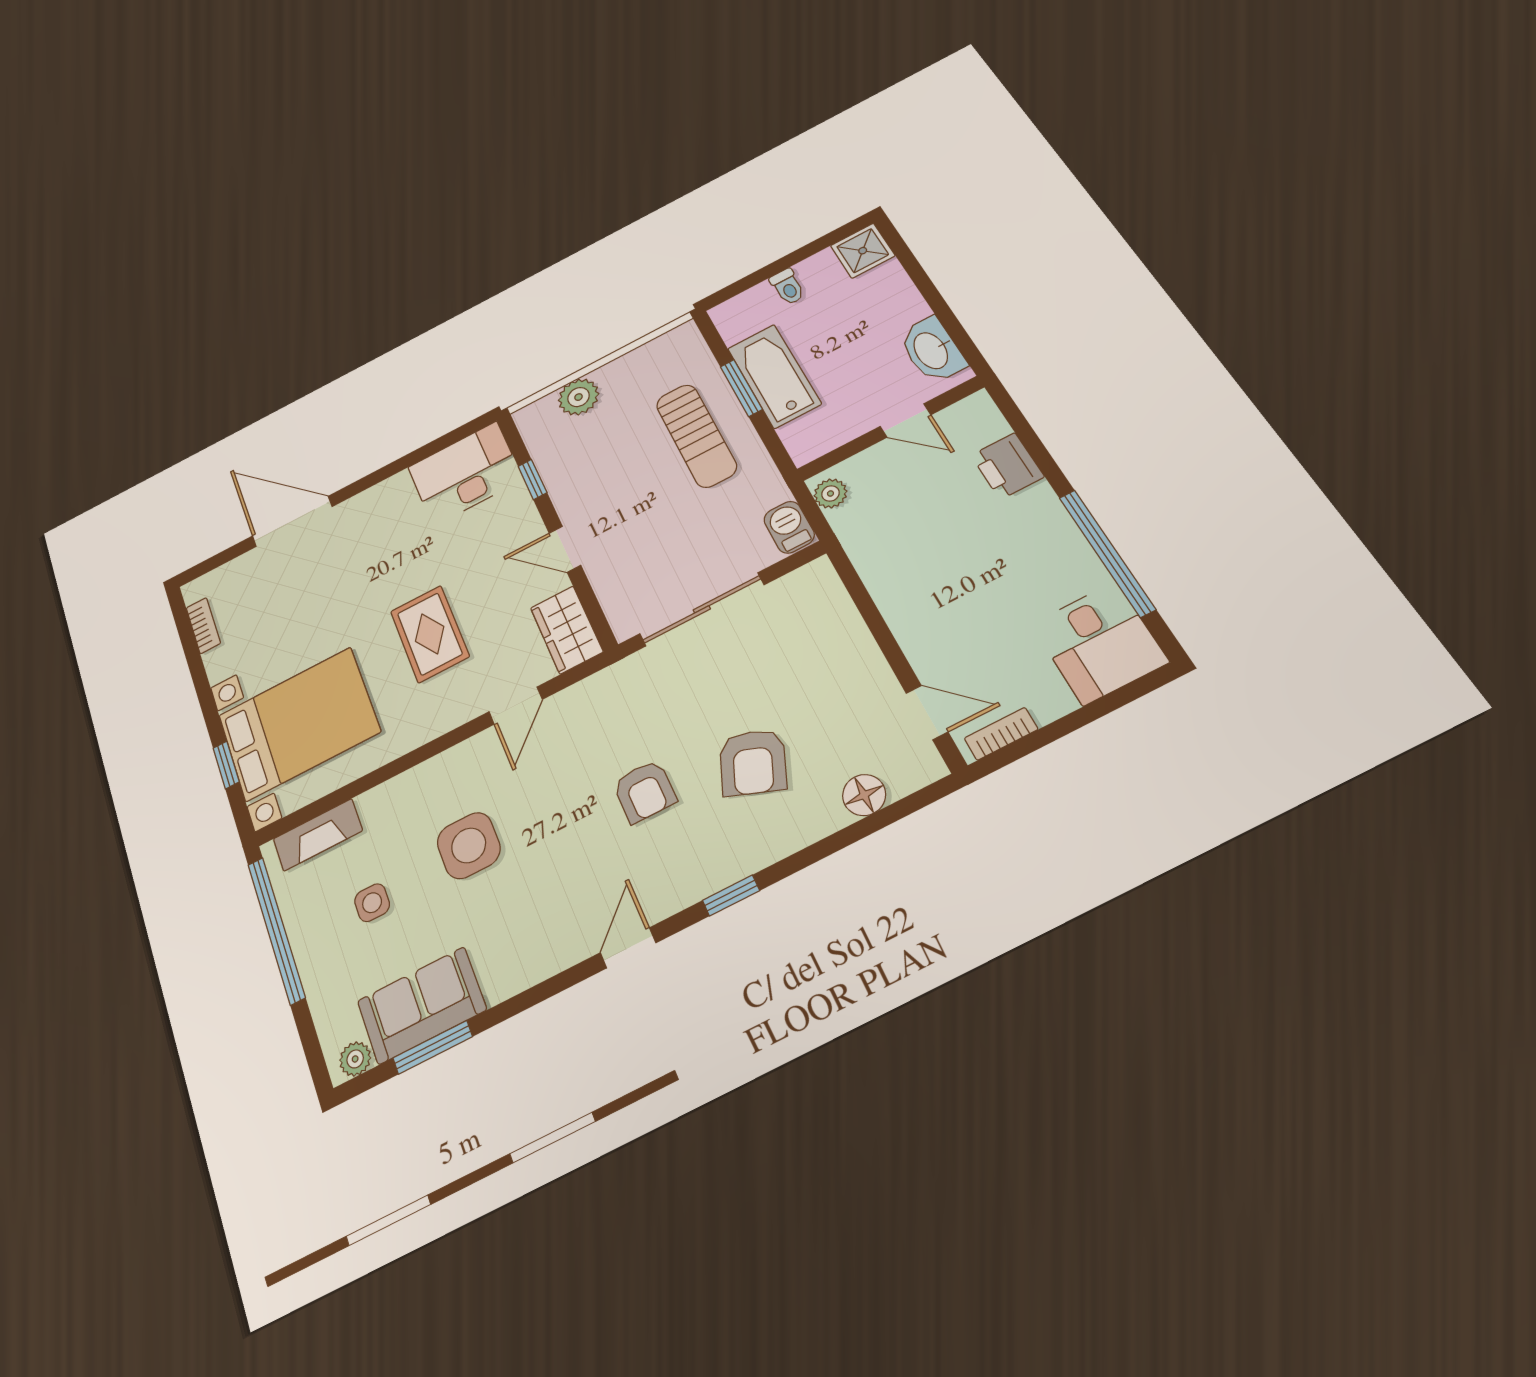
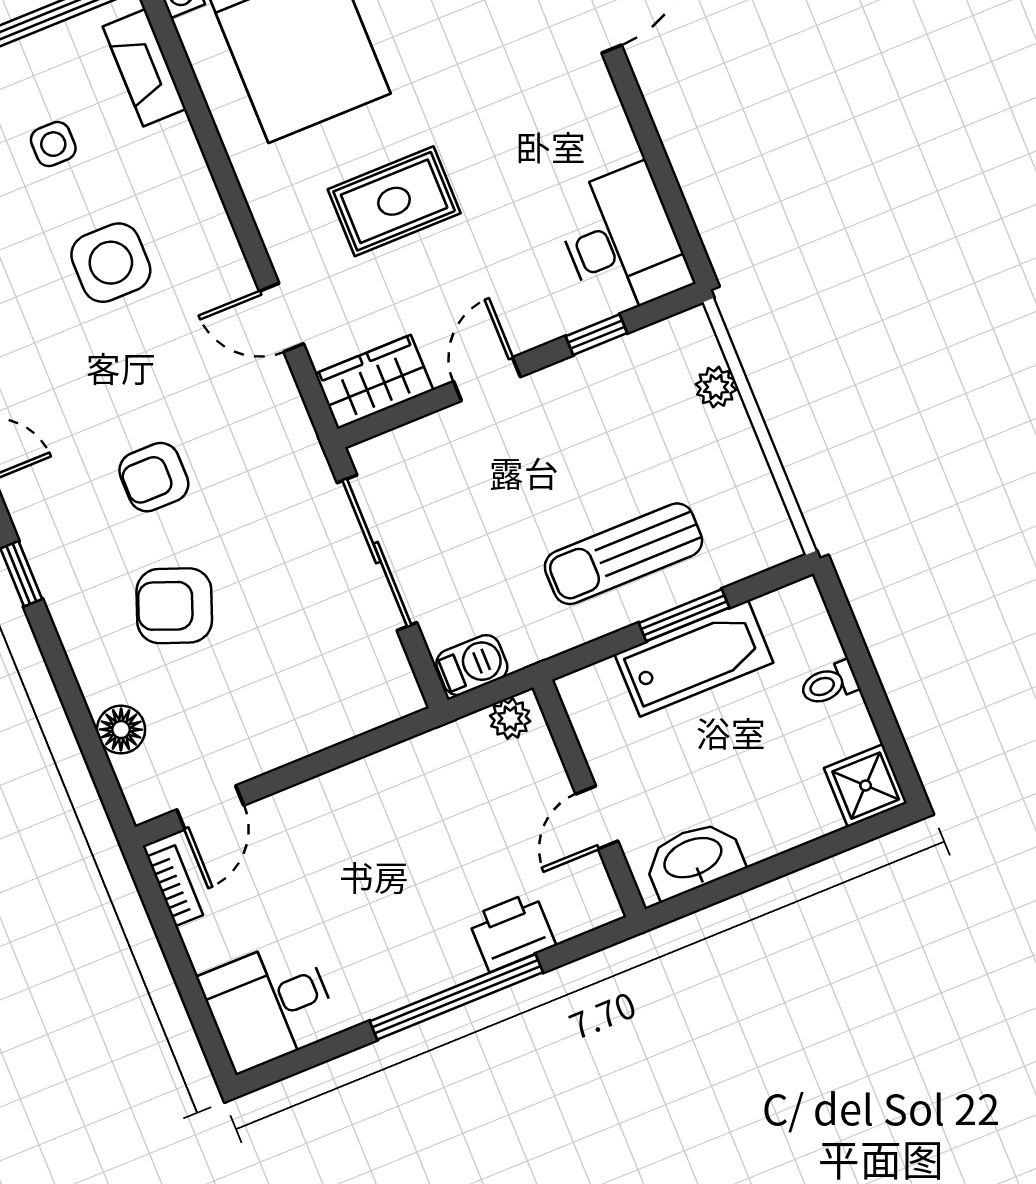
plant: (579, 397) -> (716, 387), width x0.73, depth x0.73
window: (1107, 553) -> (456, 997), moved

